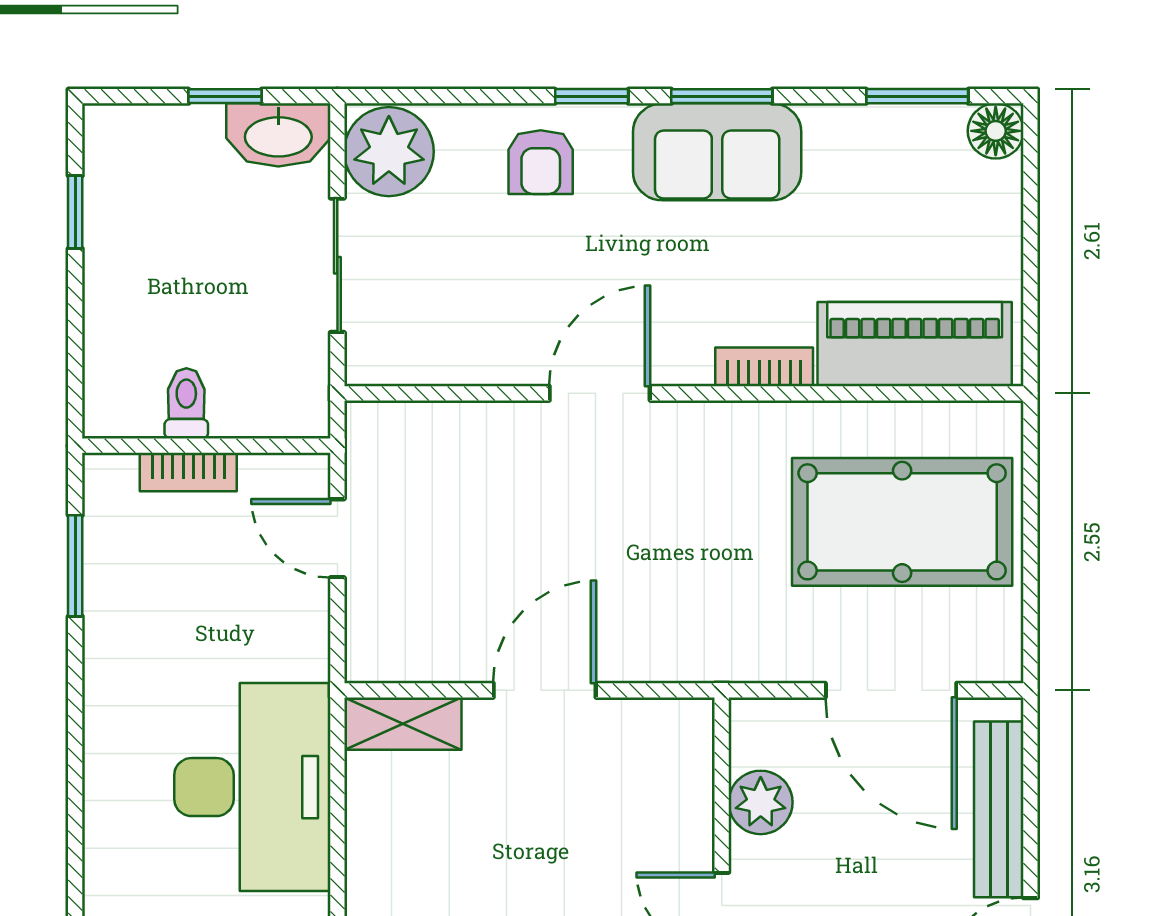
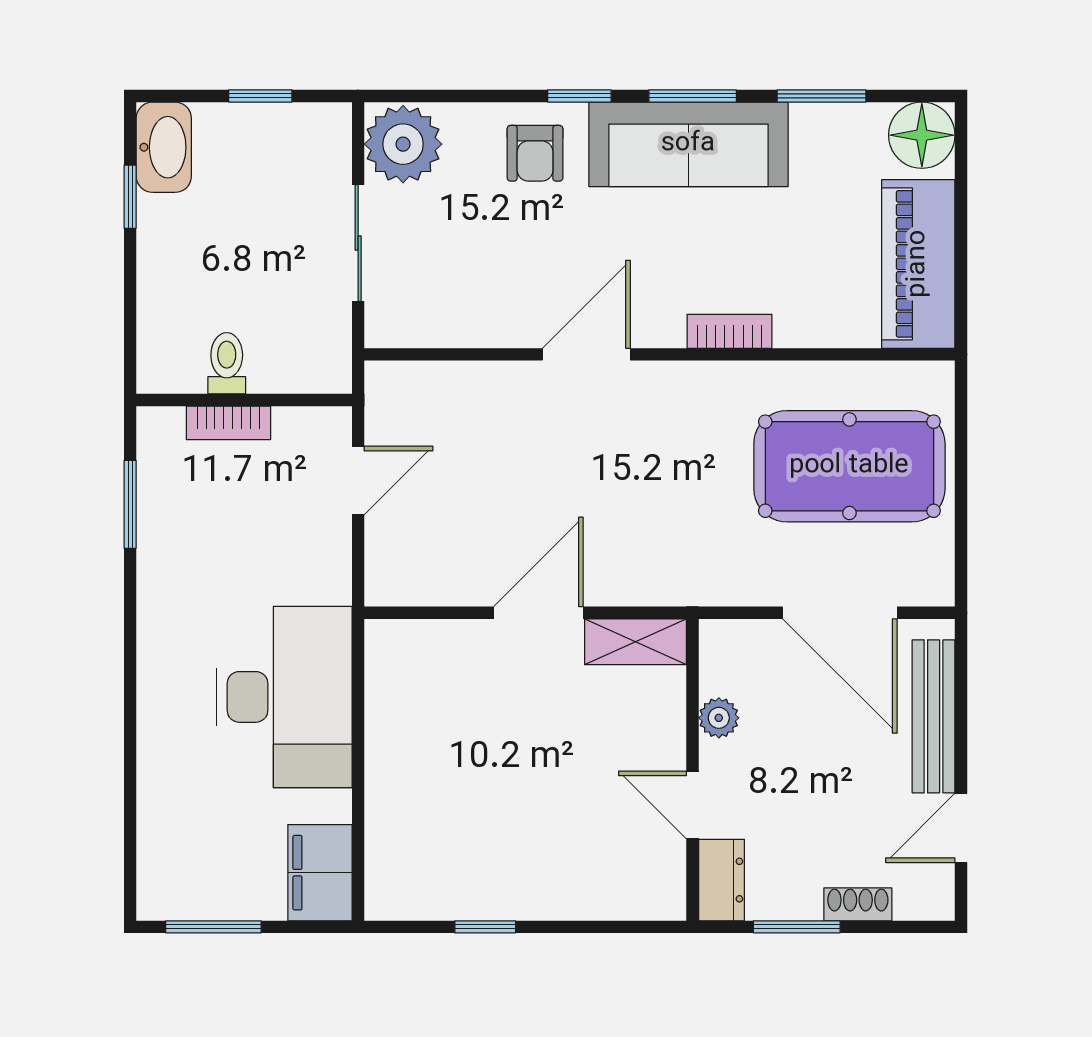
window: (917, 96) -> (822, 96), moved
floor lamp: (996, 131) -> (922, 135), width x1.38, depth x1.38
washbasin: (278, 135) -> (164, 147), moved, turned -90
sofa: (717, 152) -> (688, 144), width x1.36
piano: (915, 344) -> (918, 264), moved, turned -90
door: (337, 538) -> (358, 481), swing flipped
shelving: (403, 724) -> (636, 642), moved
plant: (761, 802) -> (719, 718), width x0.73, depth x0.73

